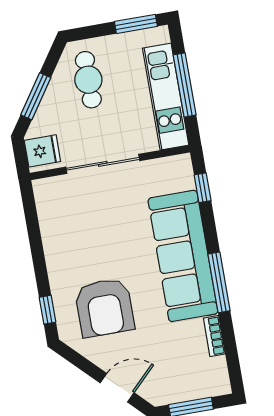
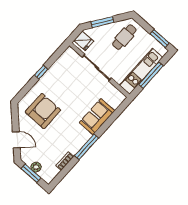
window: (203, 188) -> (117, 112), removed
sofa: (183, 256) -> (97, 117), width x0.54, depth x0.79
armchair: (105, 308) -> (43, 111), turned 180
window: (47, 310) -> (41, 72), moved
plant: (187, 391) -> (36, 167), added

